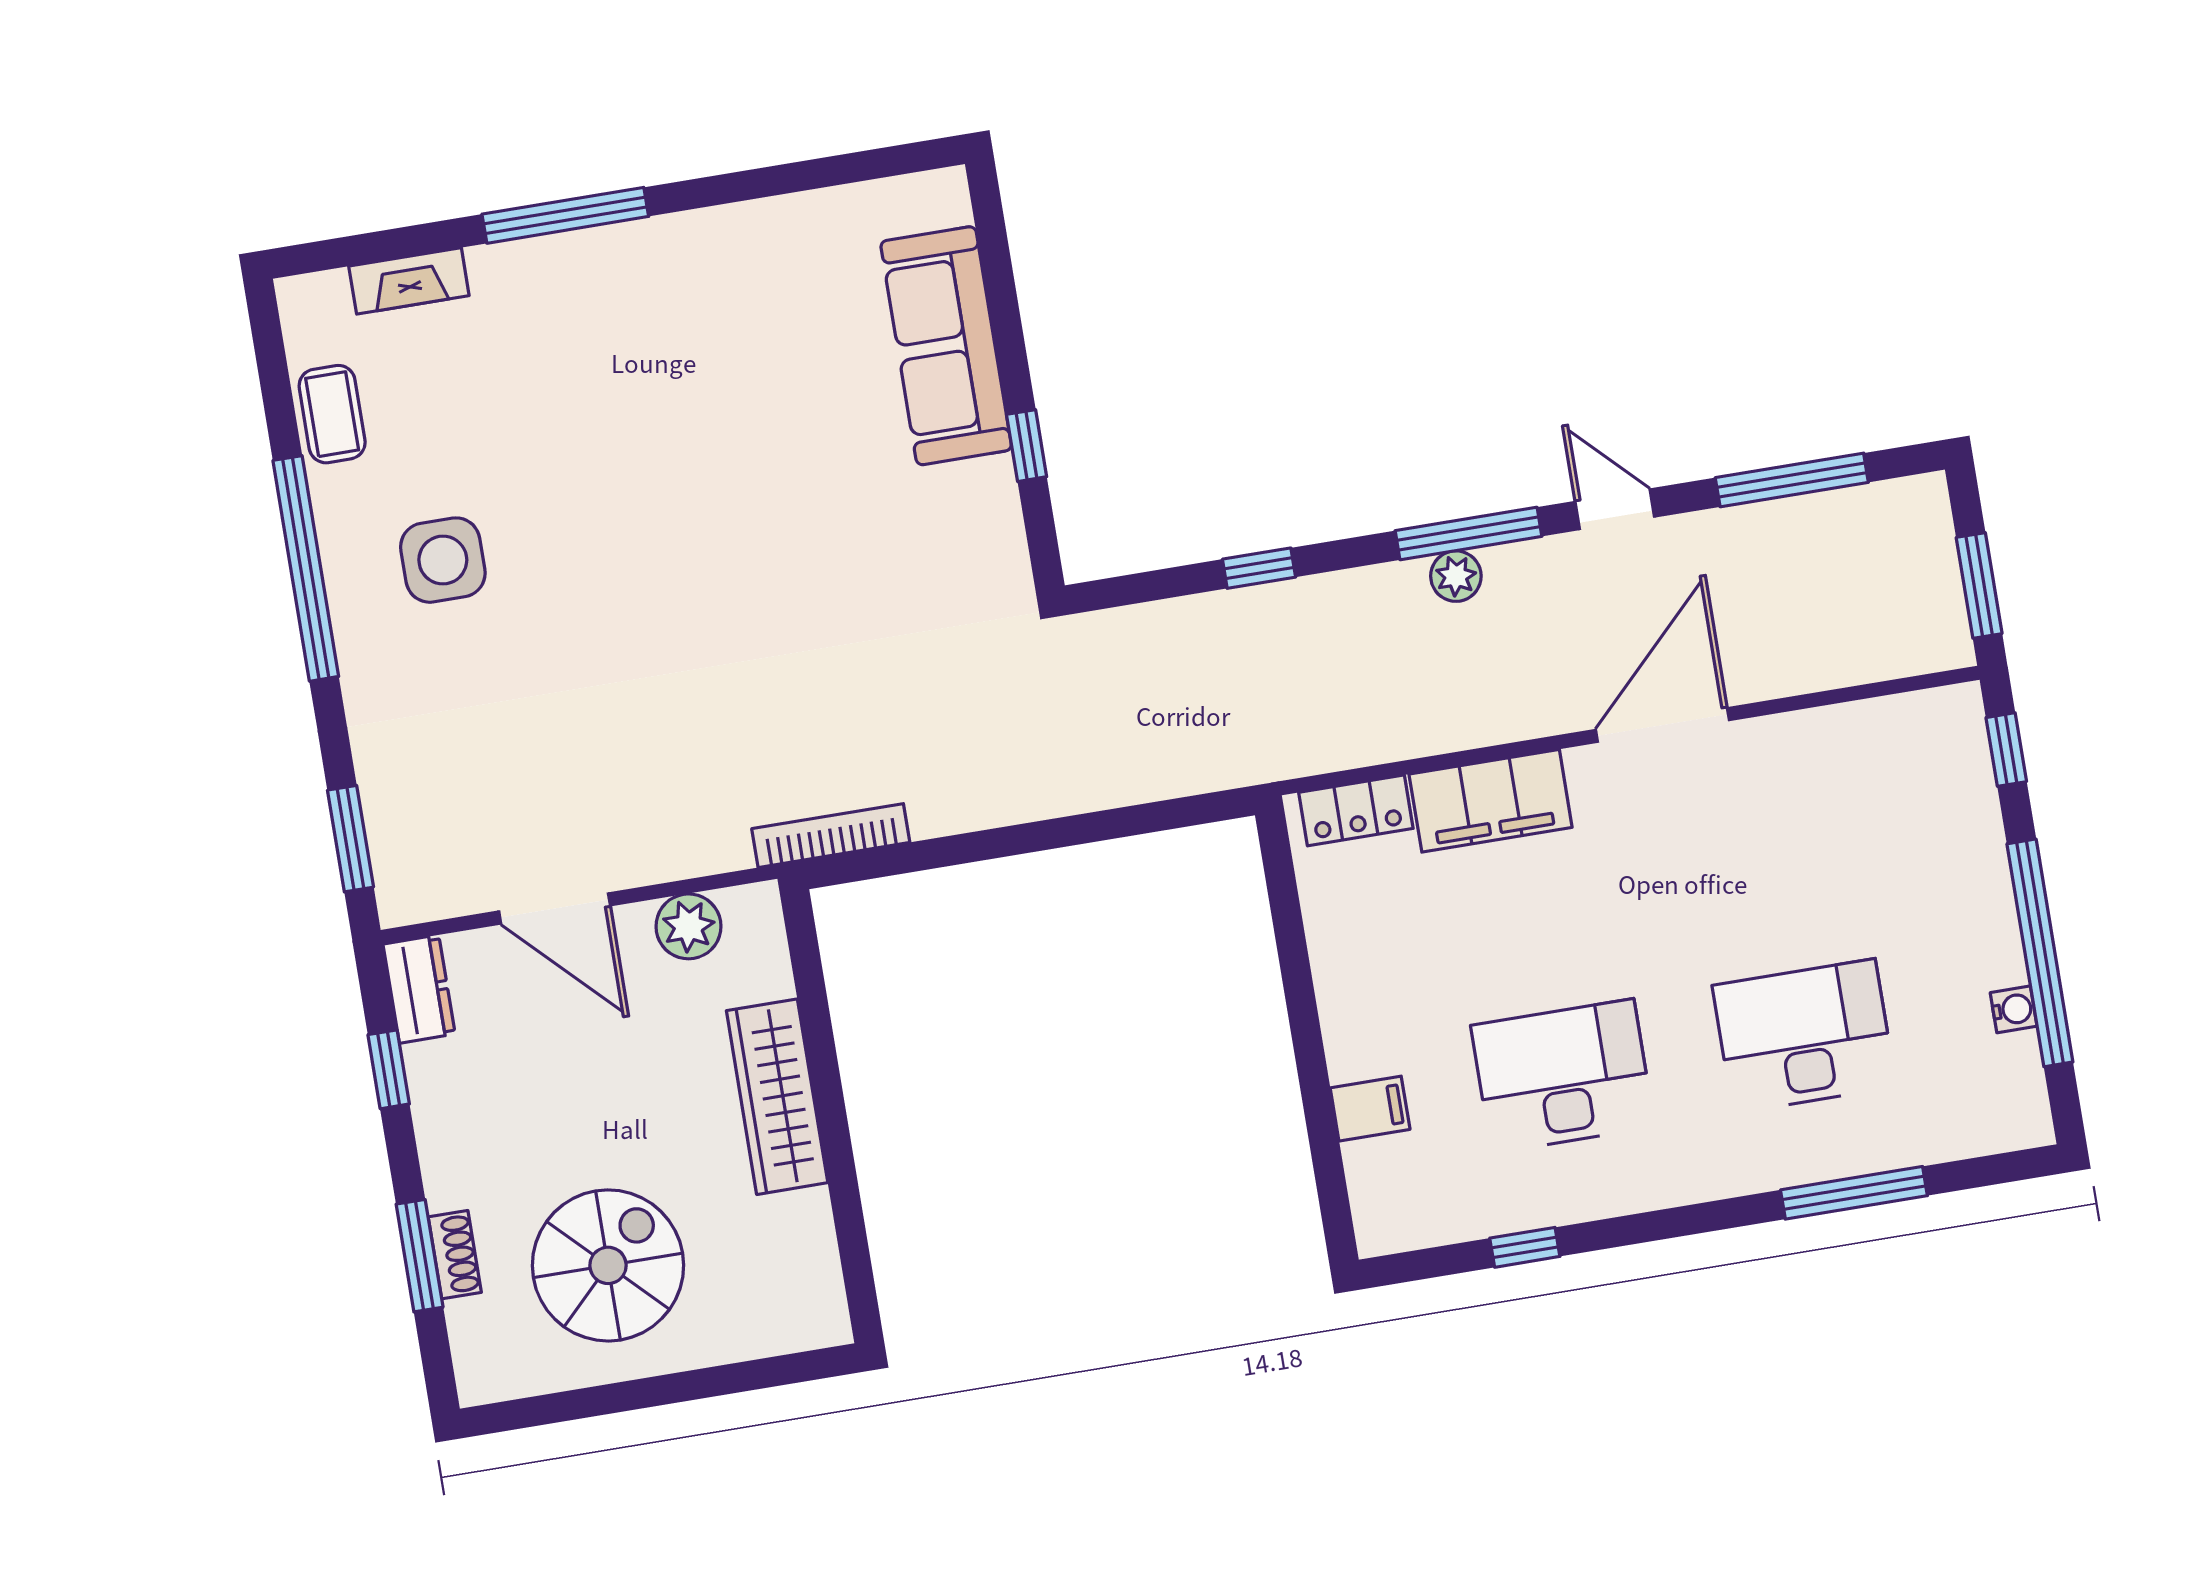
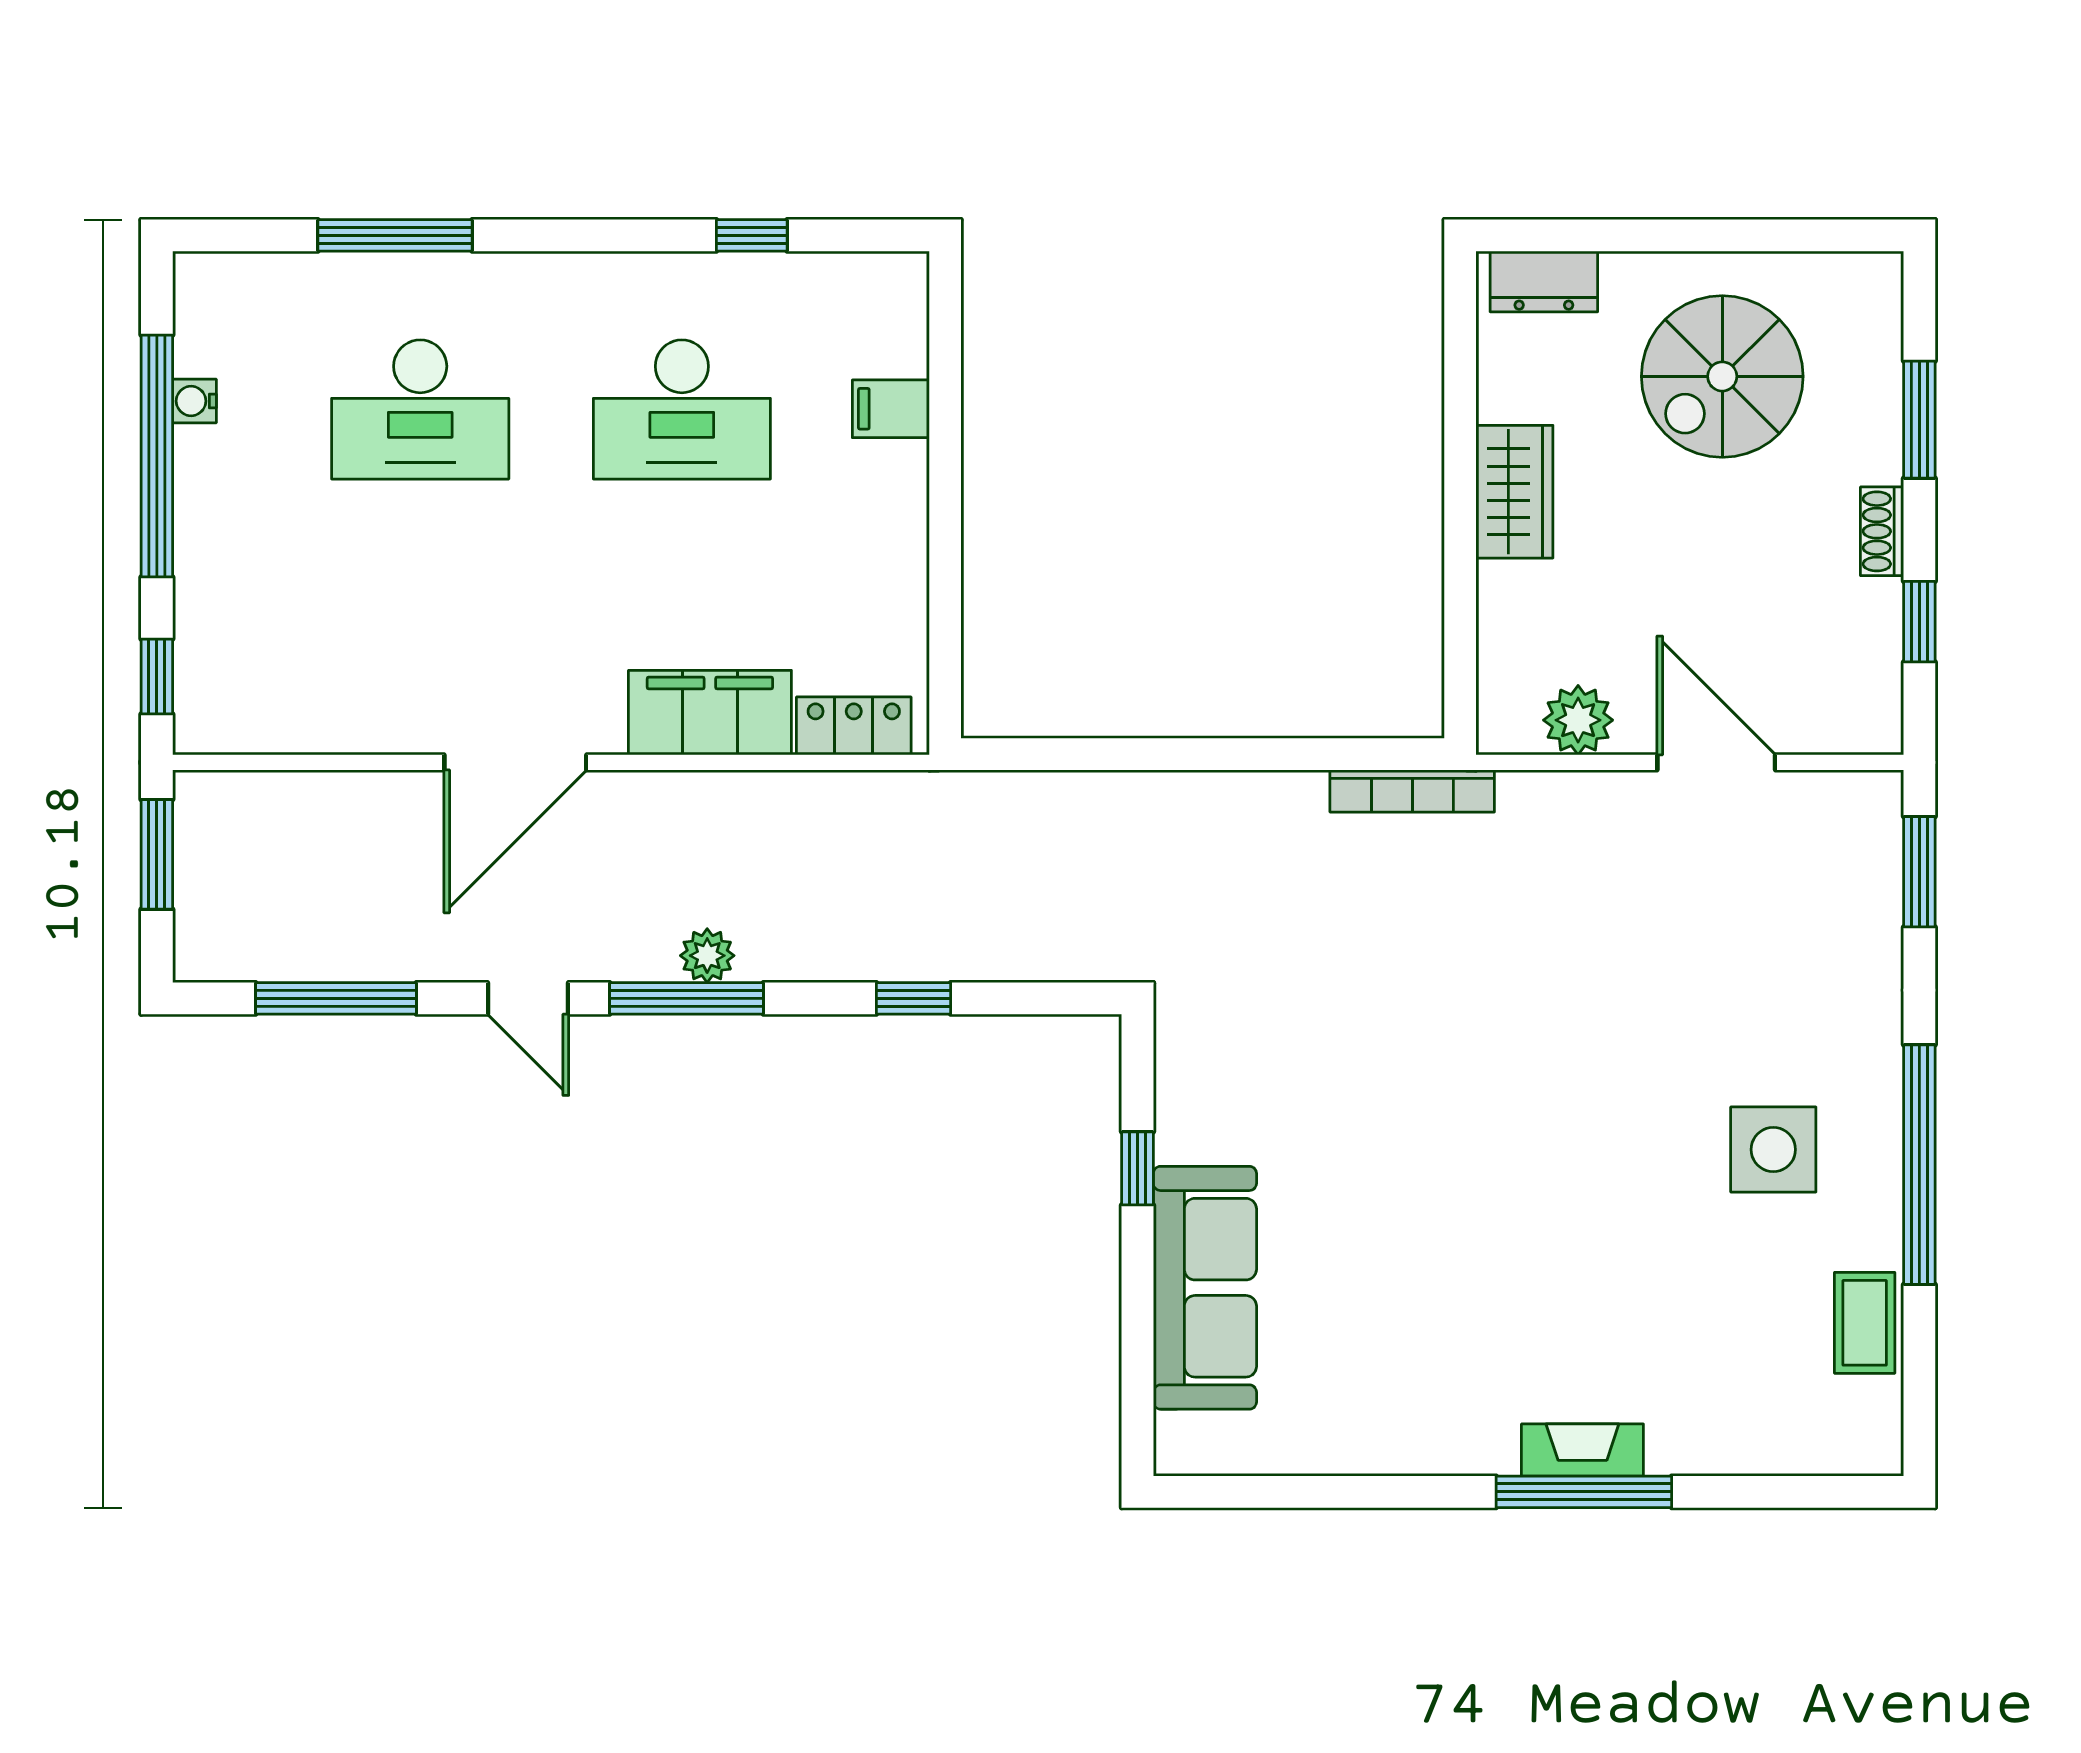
fireplace: (409, 281) -> (1582, 1450), moved
dresser: (419, 989) -> (1544, 281), moved, turned -90
wardrobe: (777, 1097) -> (1514, 492), width x0.67
shoe rack: (455, 1255) -> (1882, 531), moved

